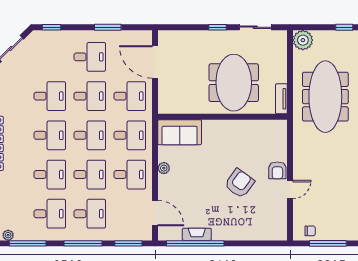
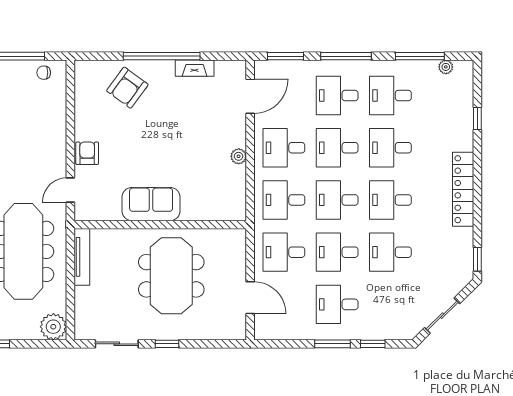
window: (51, 27) -> (373, 344), moved
window: (108, 27) -> (333, 344), moved
door: (155, 62) -> (250, 298), width x0.73
meeting table: (234, 83) -> (171, 276), moved
tv unit: (281, 99) -> (82, 257), width x1.41
sofa: (180, 132) -> (151, 204), moved
armchair: (240, 183) -> (127, 88), moved
door: (290, 190) -> (70, 190), moved
door: (155, 213) -> (250, 96), swing flipped
window: (195, 243) -> (162, 56), moved

